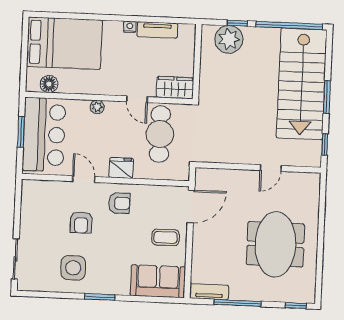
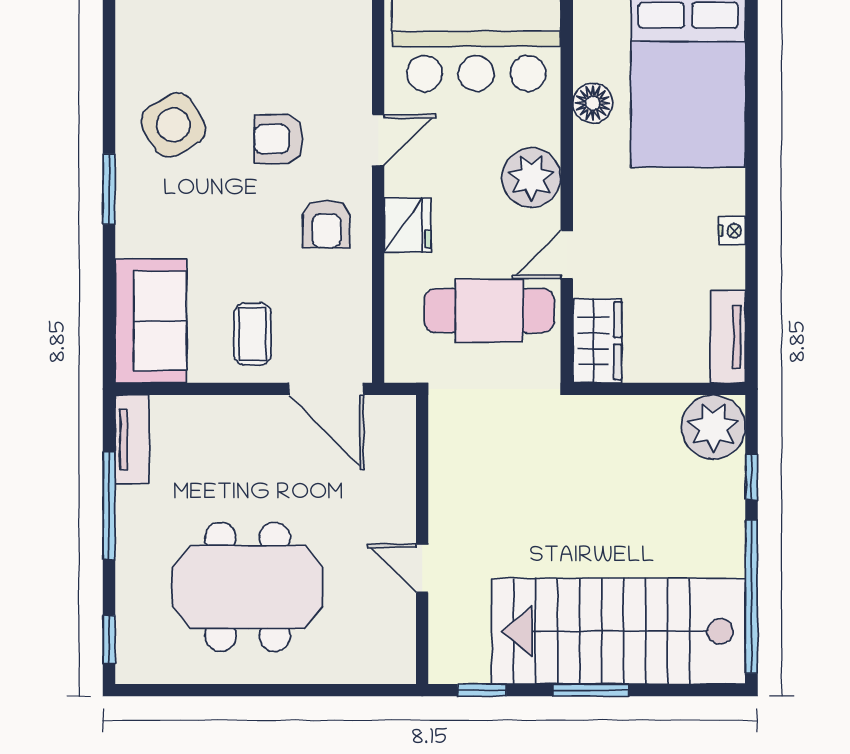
tv unit: (157, 30) -> (728, 337), moved
plant: (229, 39) -> (713, 427), moved
floor lamp: (49, 84) -> (593, 103), moved
plant: (97, 107) -> (531, 178), width x1.87, depth x1.87
side table: (73, 268) -> (173, 125), turned -31

